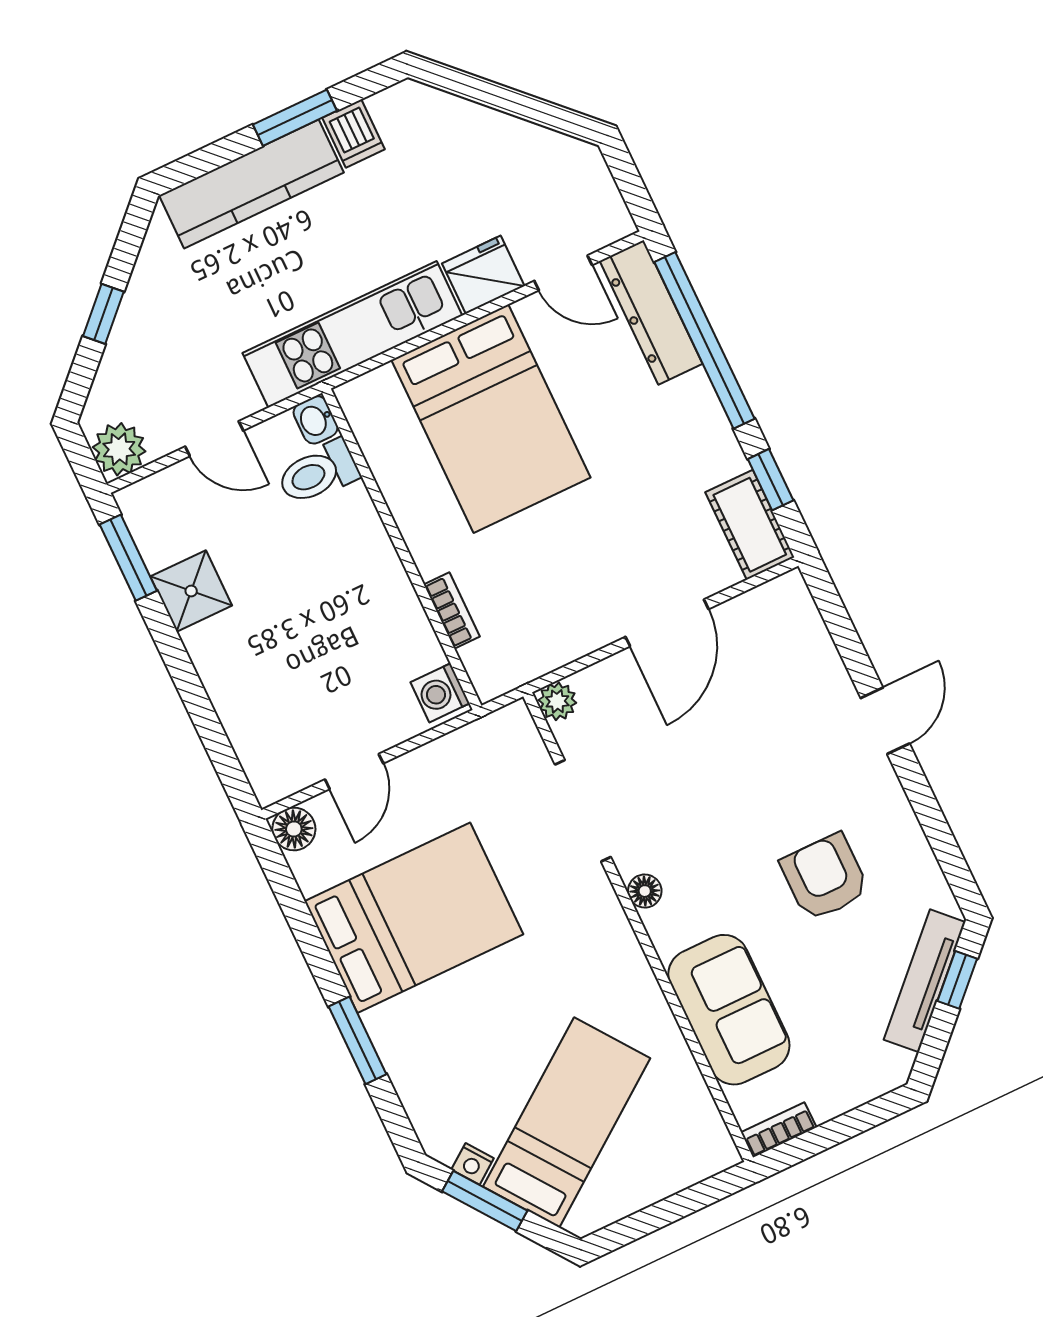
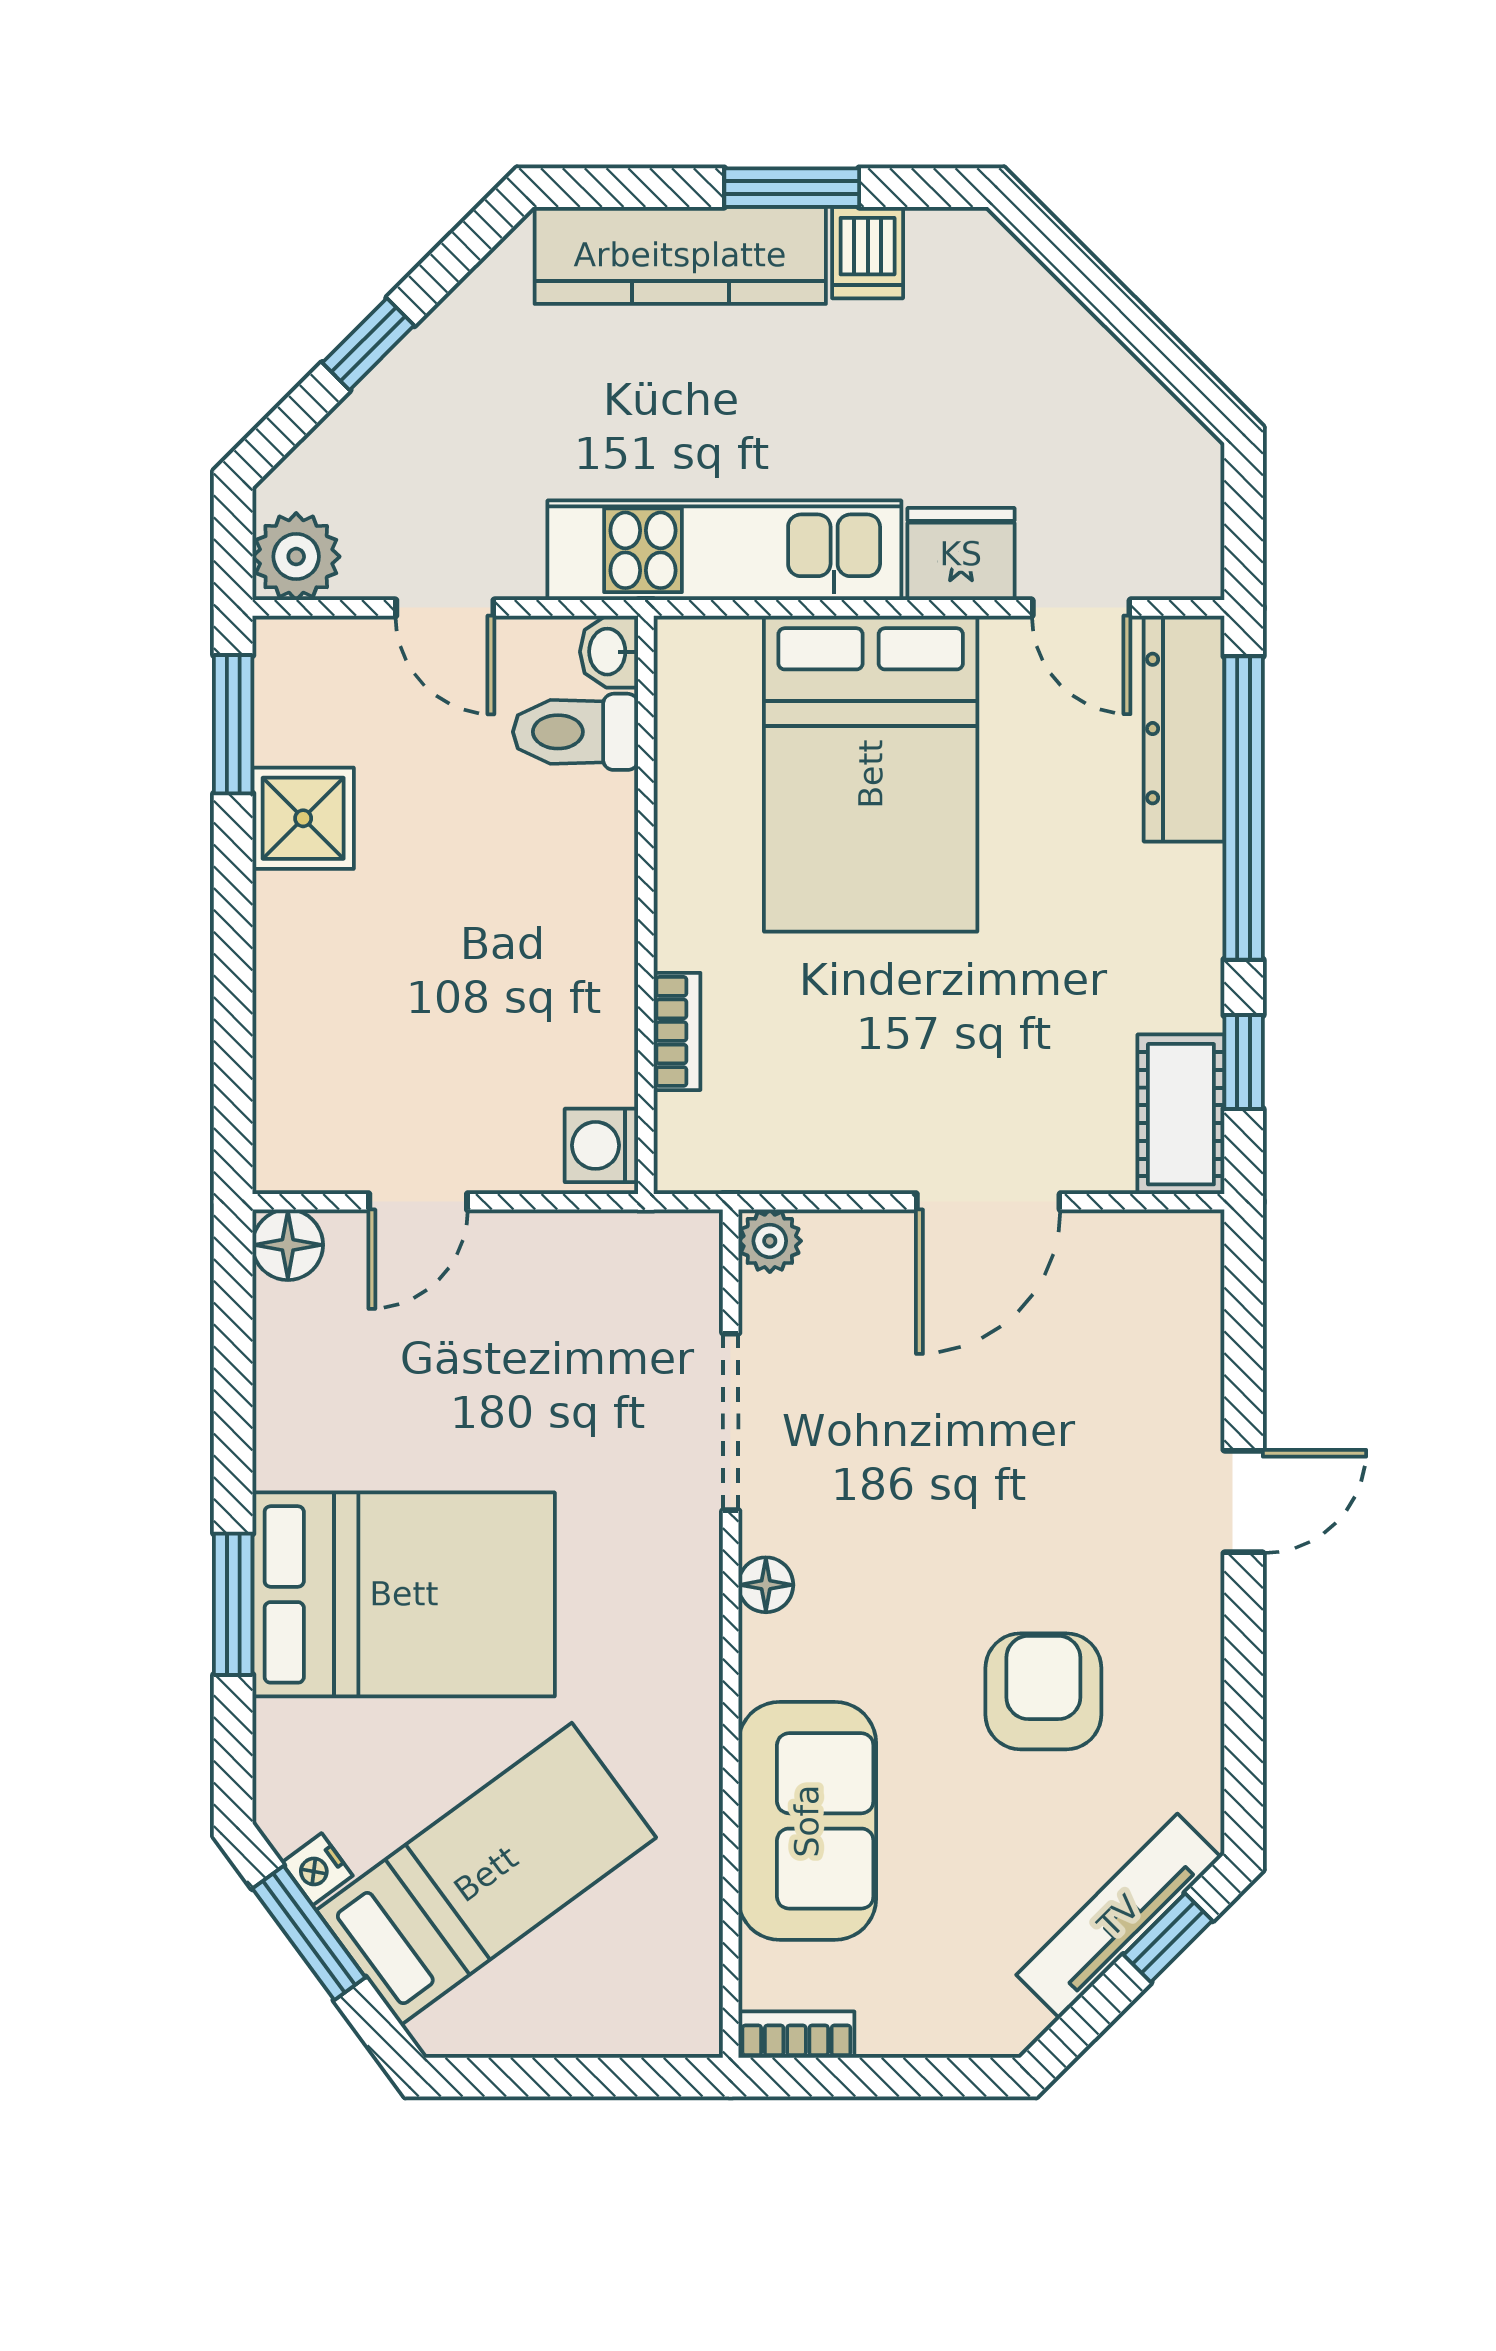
bed: (414, 918) -> (404, 1594), moved

